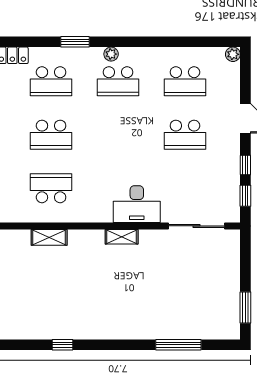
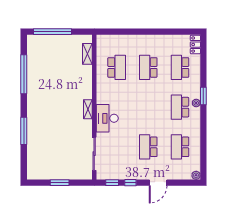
window: (75, 42) -> (203, 96), moved
shelving: (49, 237) -> (87, 54), moved
window: (245, 308) -> (60, 183), moved
window: (62, 345) -> (24, 74), width x3.17
window: (178, 345) -> (24, 131), moved

